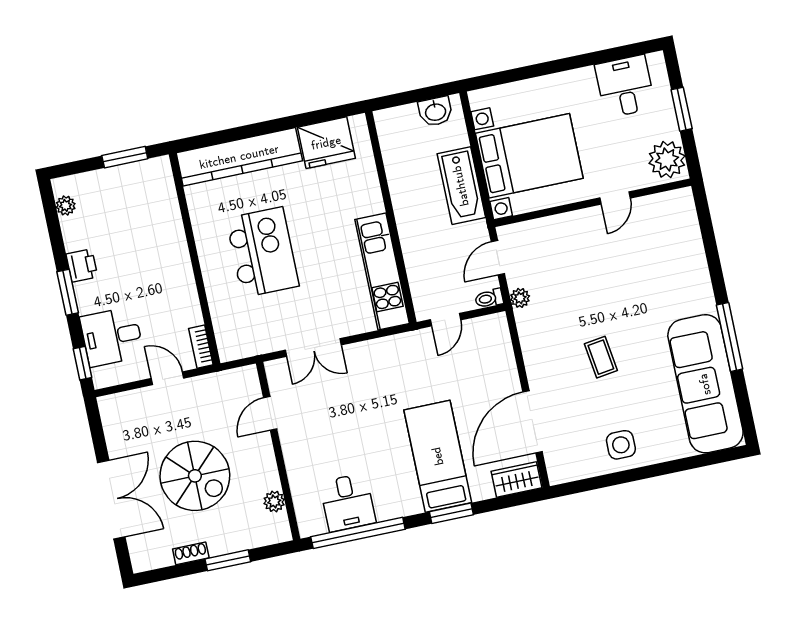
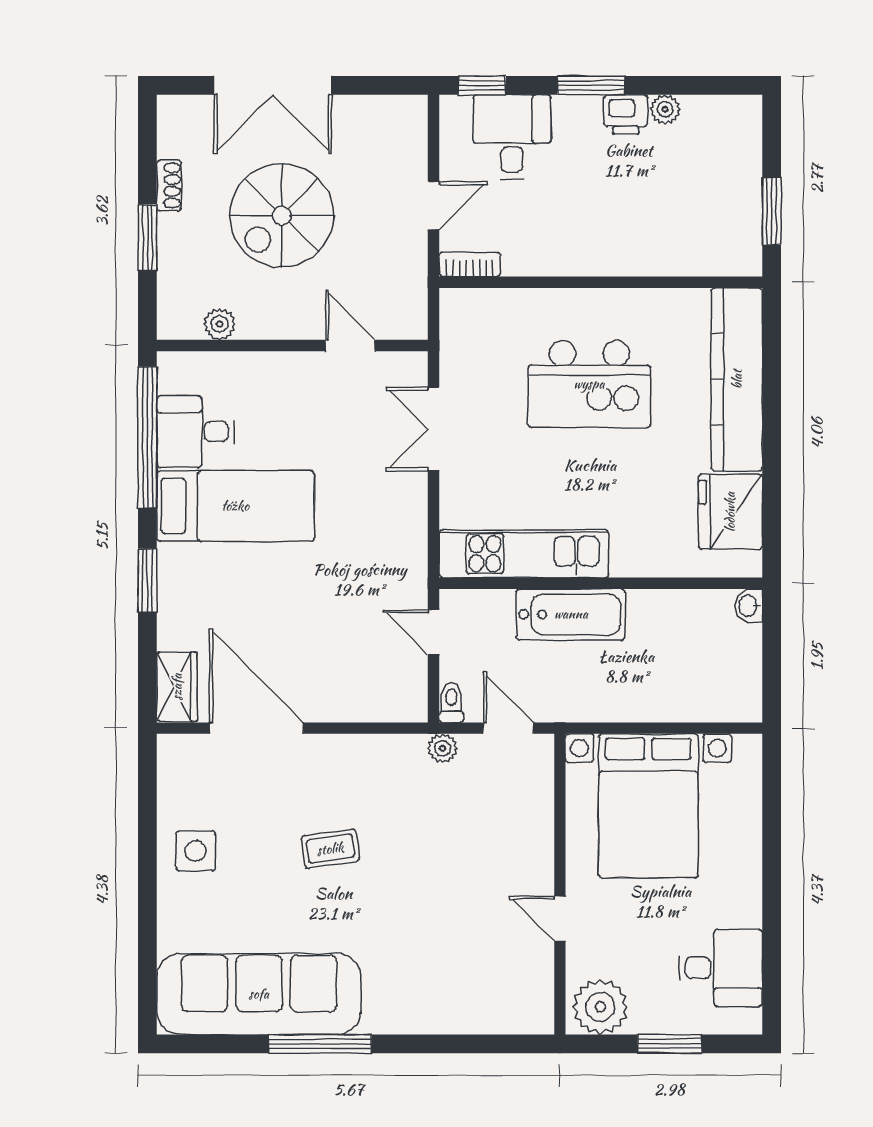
washbasin: (435, 111) -> (749, 606), moved, width x0.72, depth x0.69
bathtub: (461, 186) -> (571, 614), moved, turned 180
plant: (66, 206) -> (665, 109), moved
bed: (438, 456) -> (235, 506), moved

